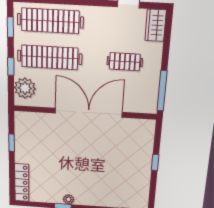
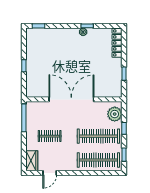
double door: (89, 113) -> (71, 99), swing flipped

